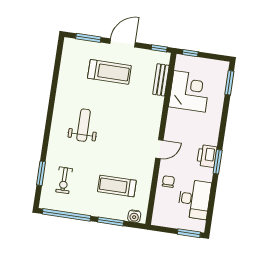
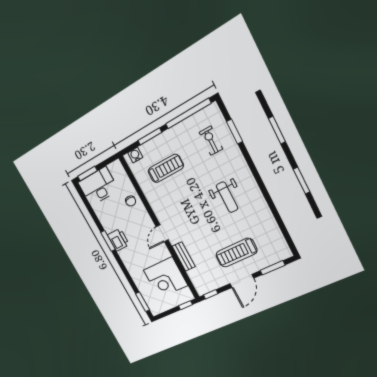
bench: (161, 80) -> (184, 256), moved
door: (159, 149) -> (162, 233), moved
desk: (194, 199) -> (98, 186), moved, turned 90

